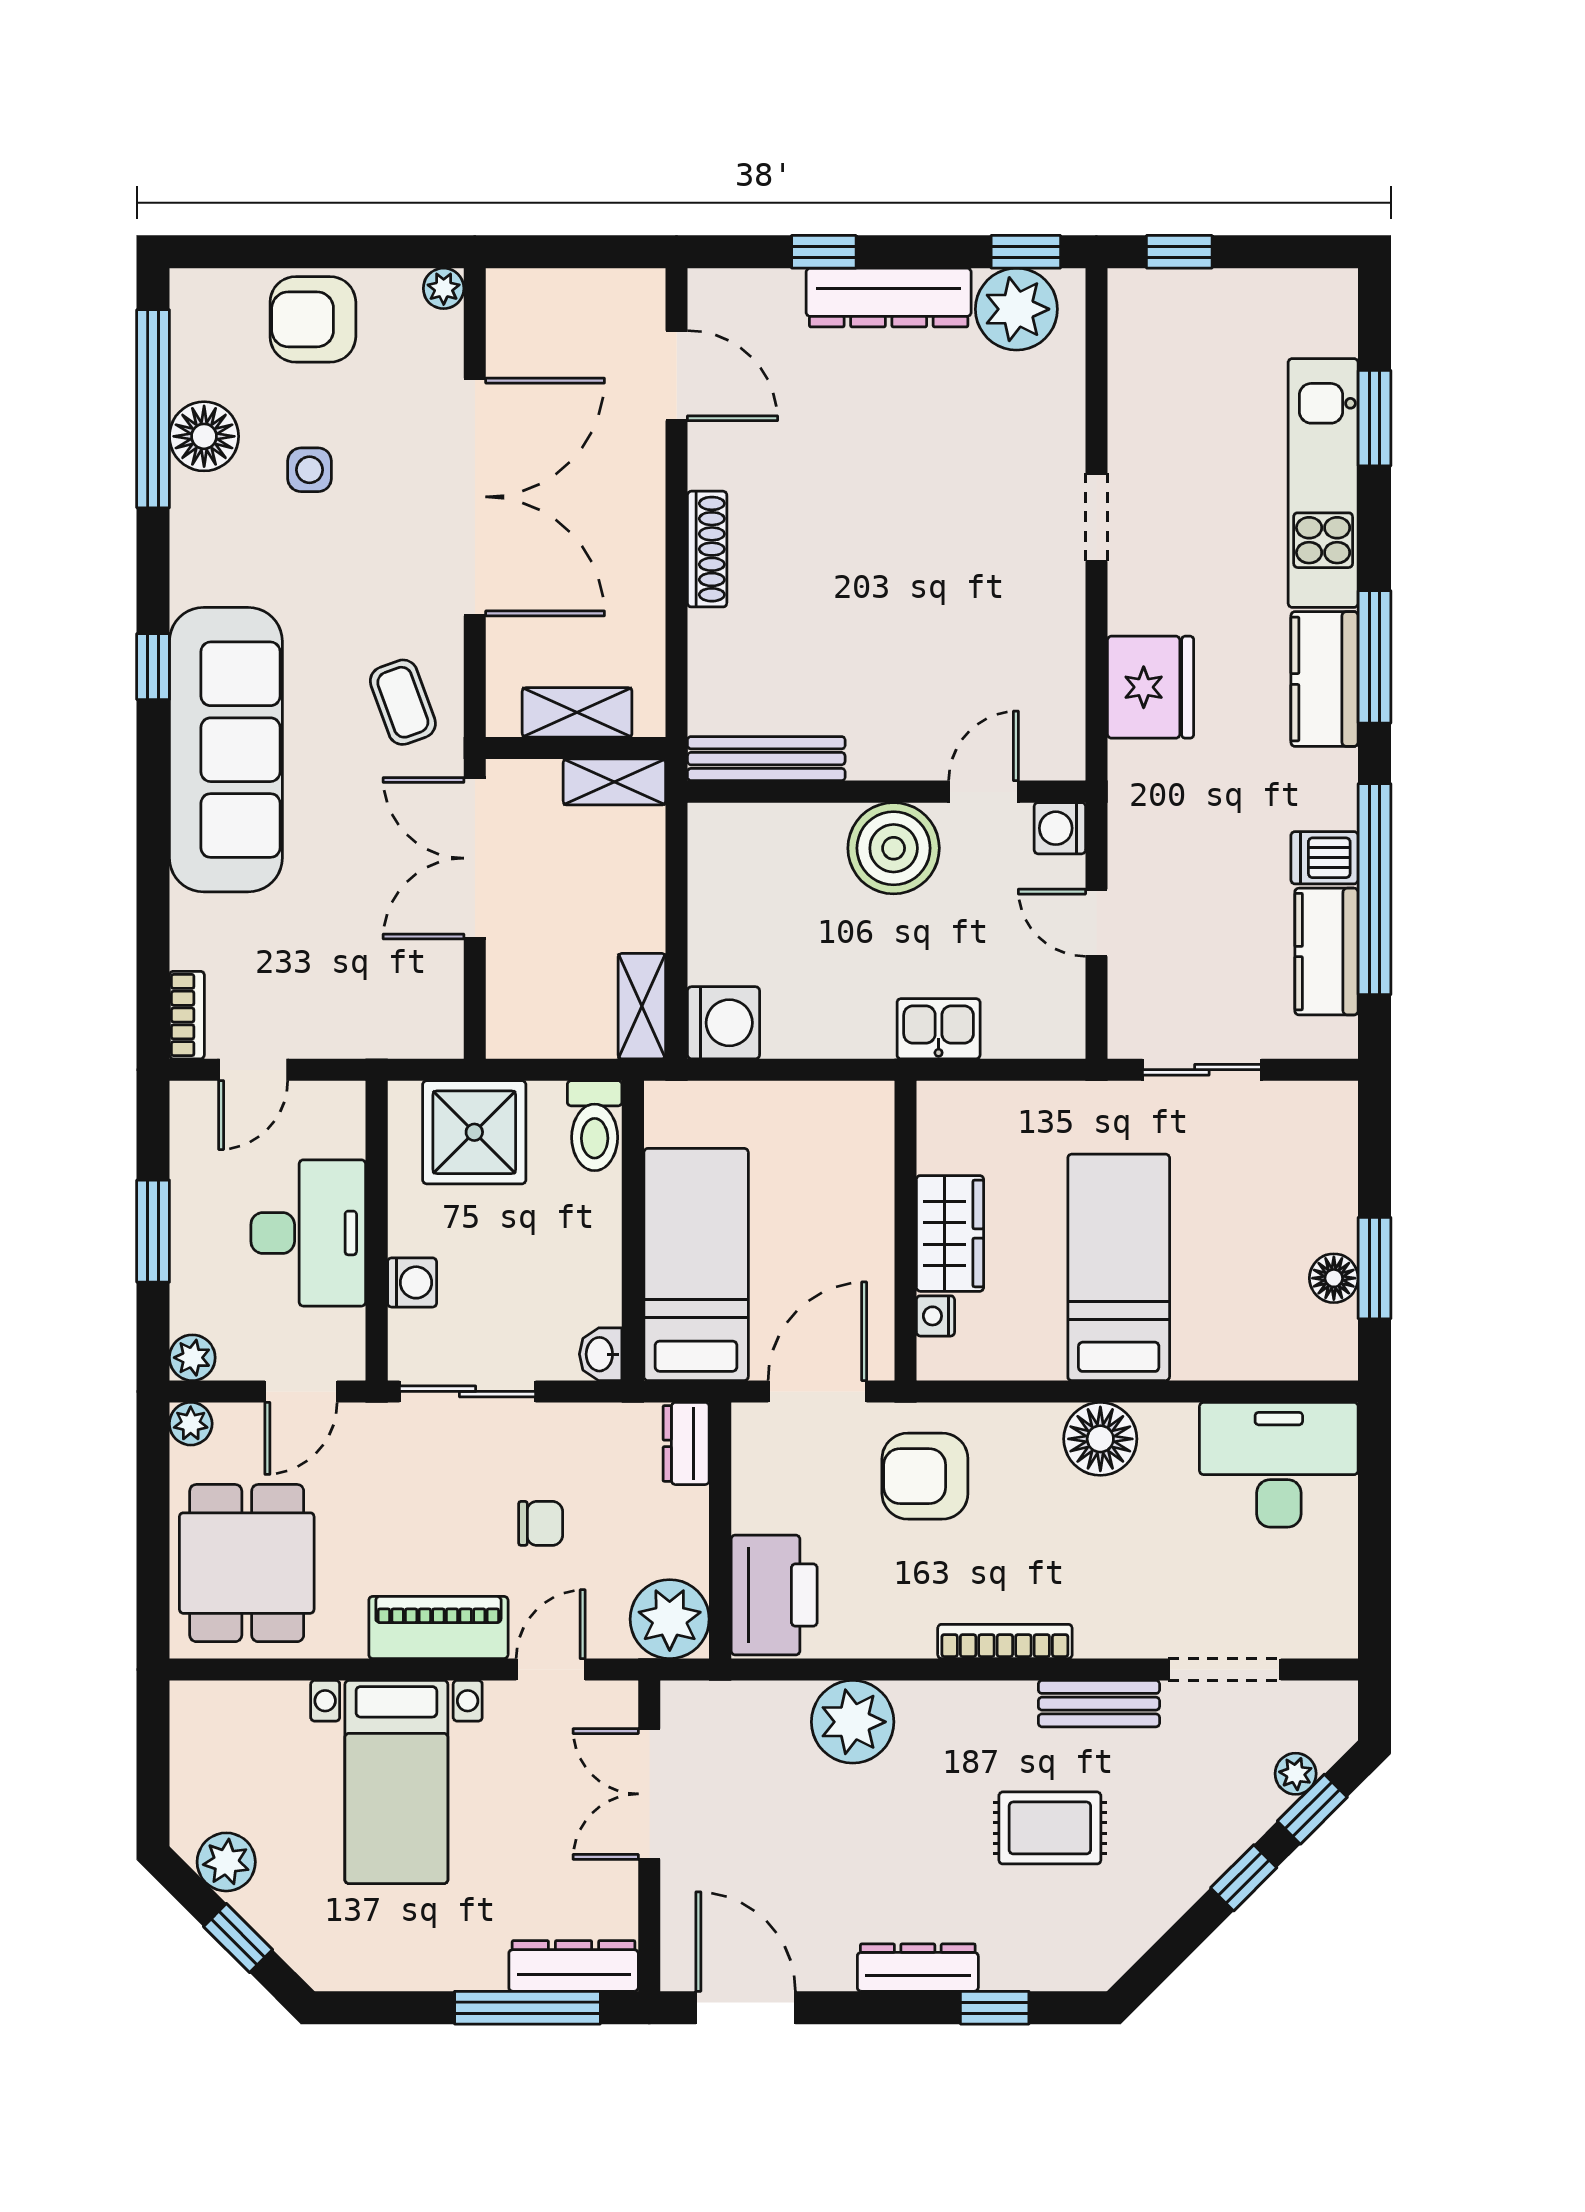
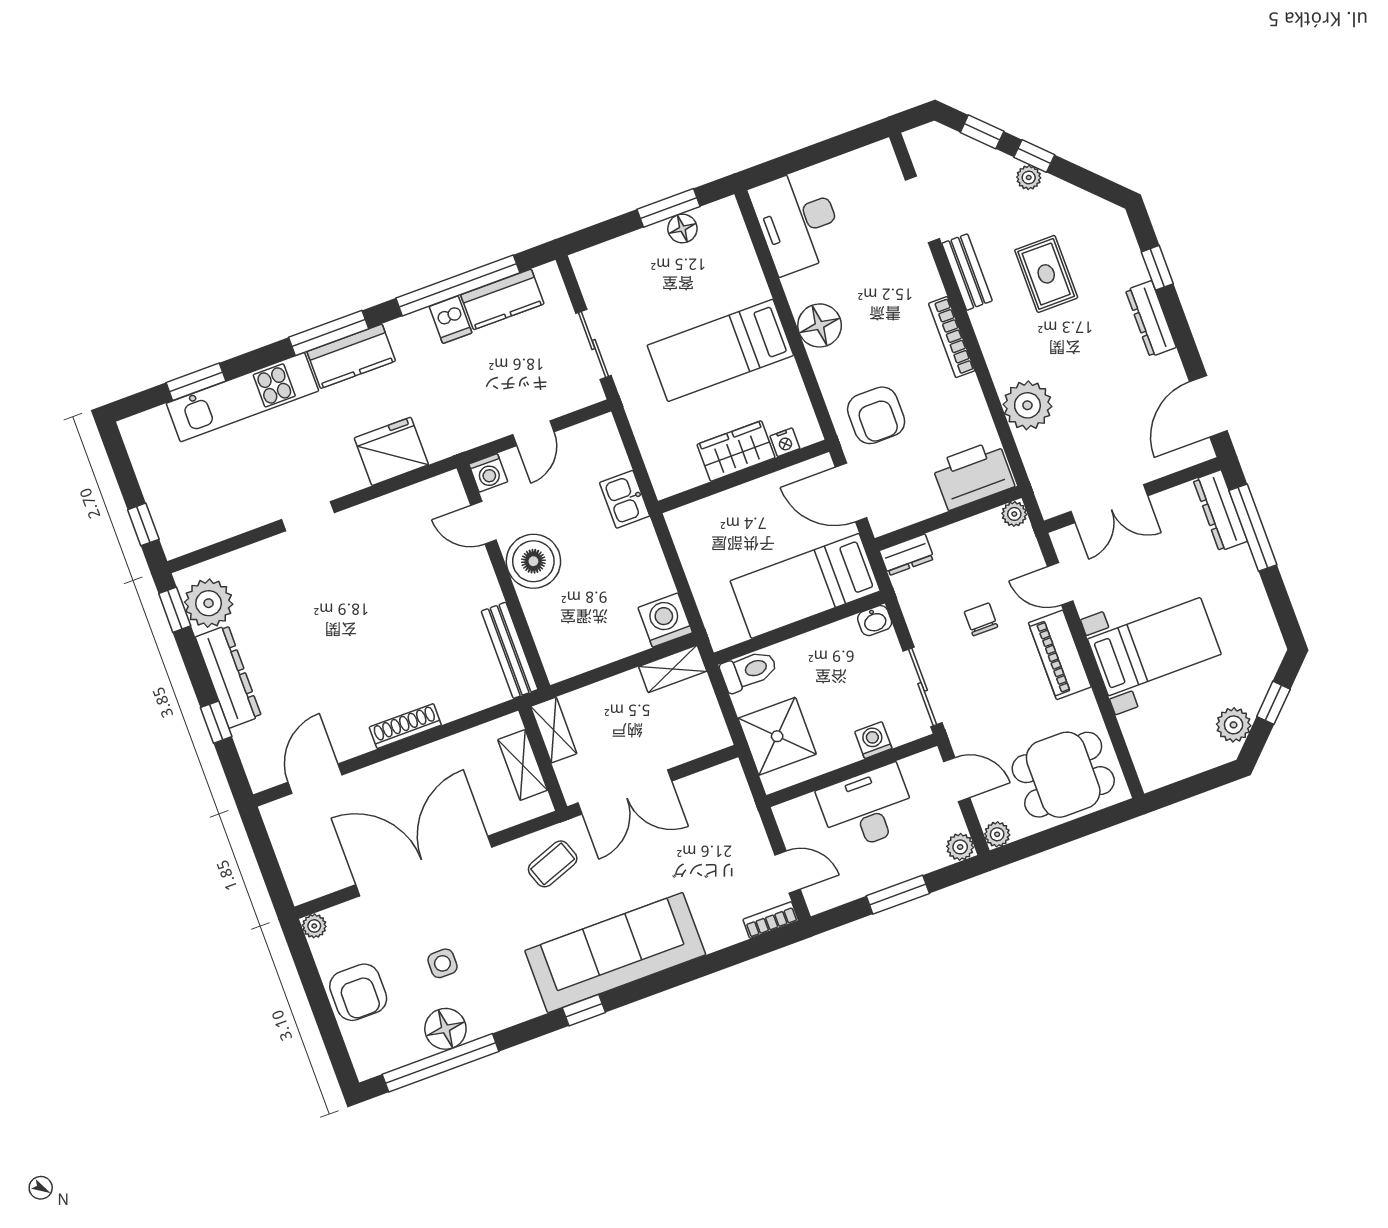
plant: (670, 1619) -> (1014, 514), width x0.53, depth x0.53
plant: (1296, 1774) -> (1029, 177), moved

